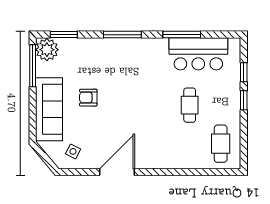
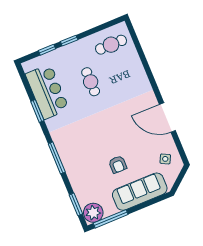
window: (182, 35) -> (37, 111), width x0.69
cafe table: (190, 105) -> (91, 82), turned 90

